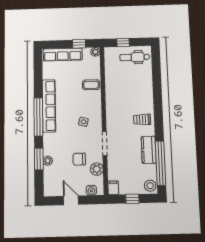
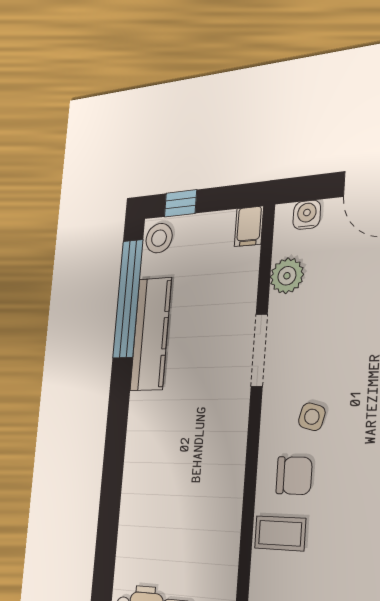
trolley: (142, 119) -> (156, 419), removed
kitchen counter: (149, 150) -> (151, 334), width x1.50
chair: (79, 159) -> (294, 476), moved
window: (132, 199) -> (180, 203), moved

